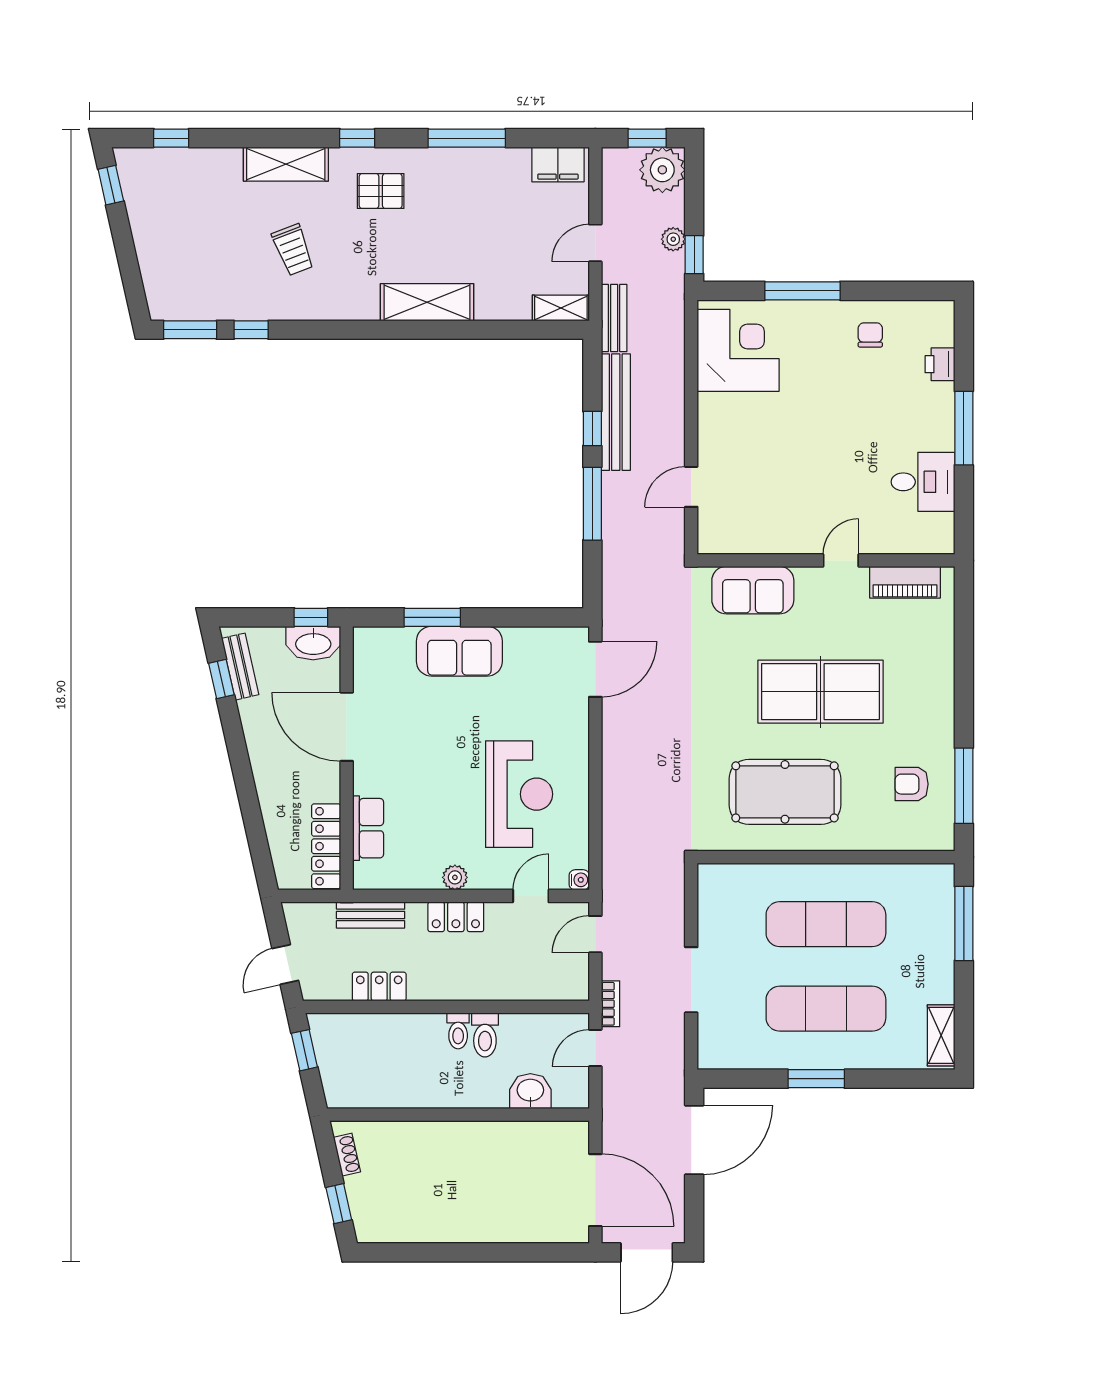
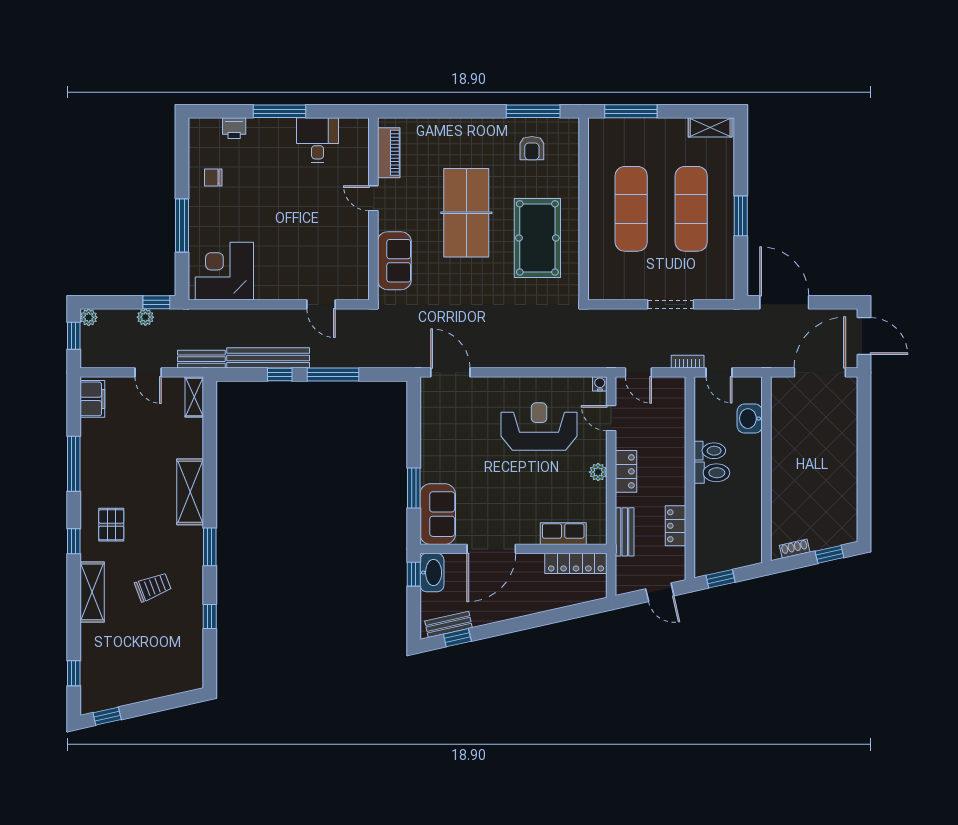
plant: (662, 170) -> (89, 317), width x0.53, depth x0.53
window: (190, 330) -> (210, 547), moved
sofa: (459, 651) -> (438, 514), moved
toilet: (458, 1031) -> (712, 473), width x1.37, depth x1.39

